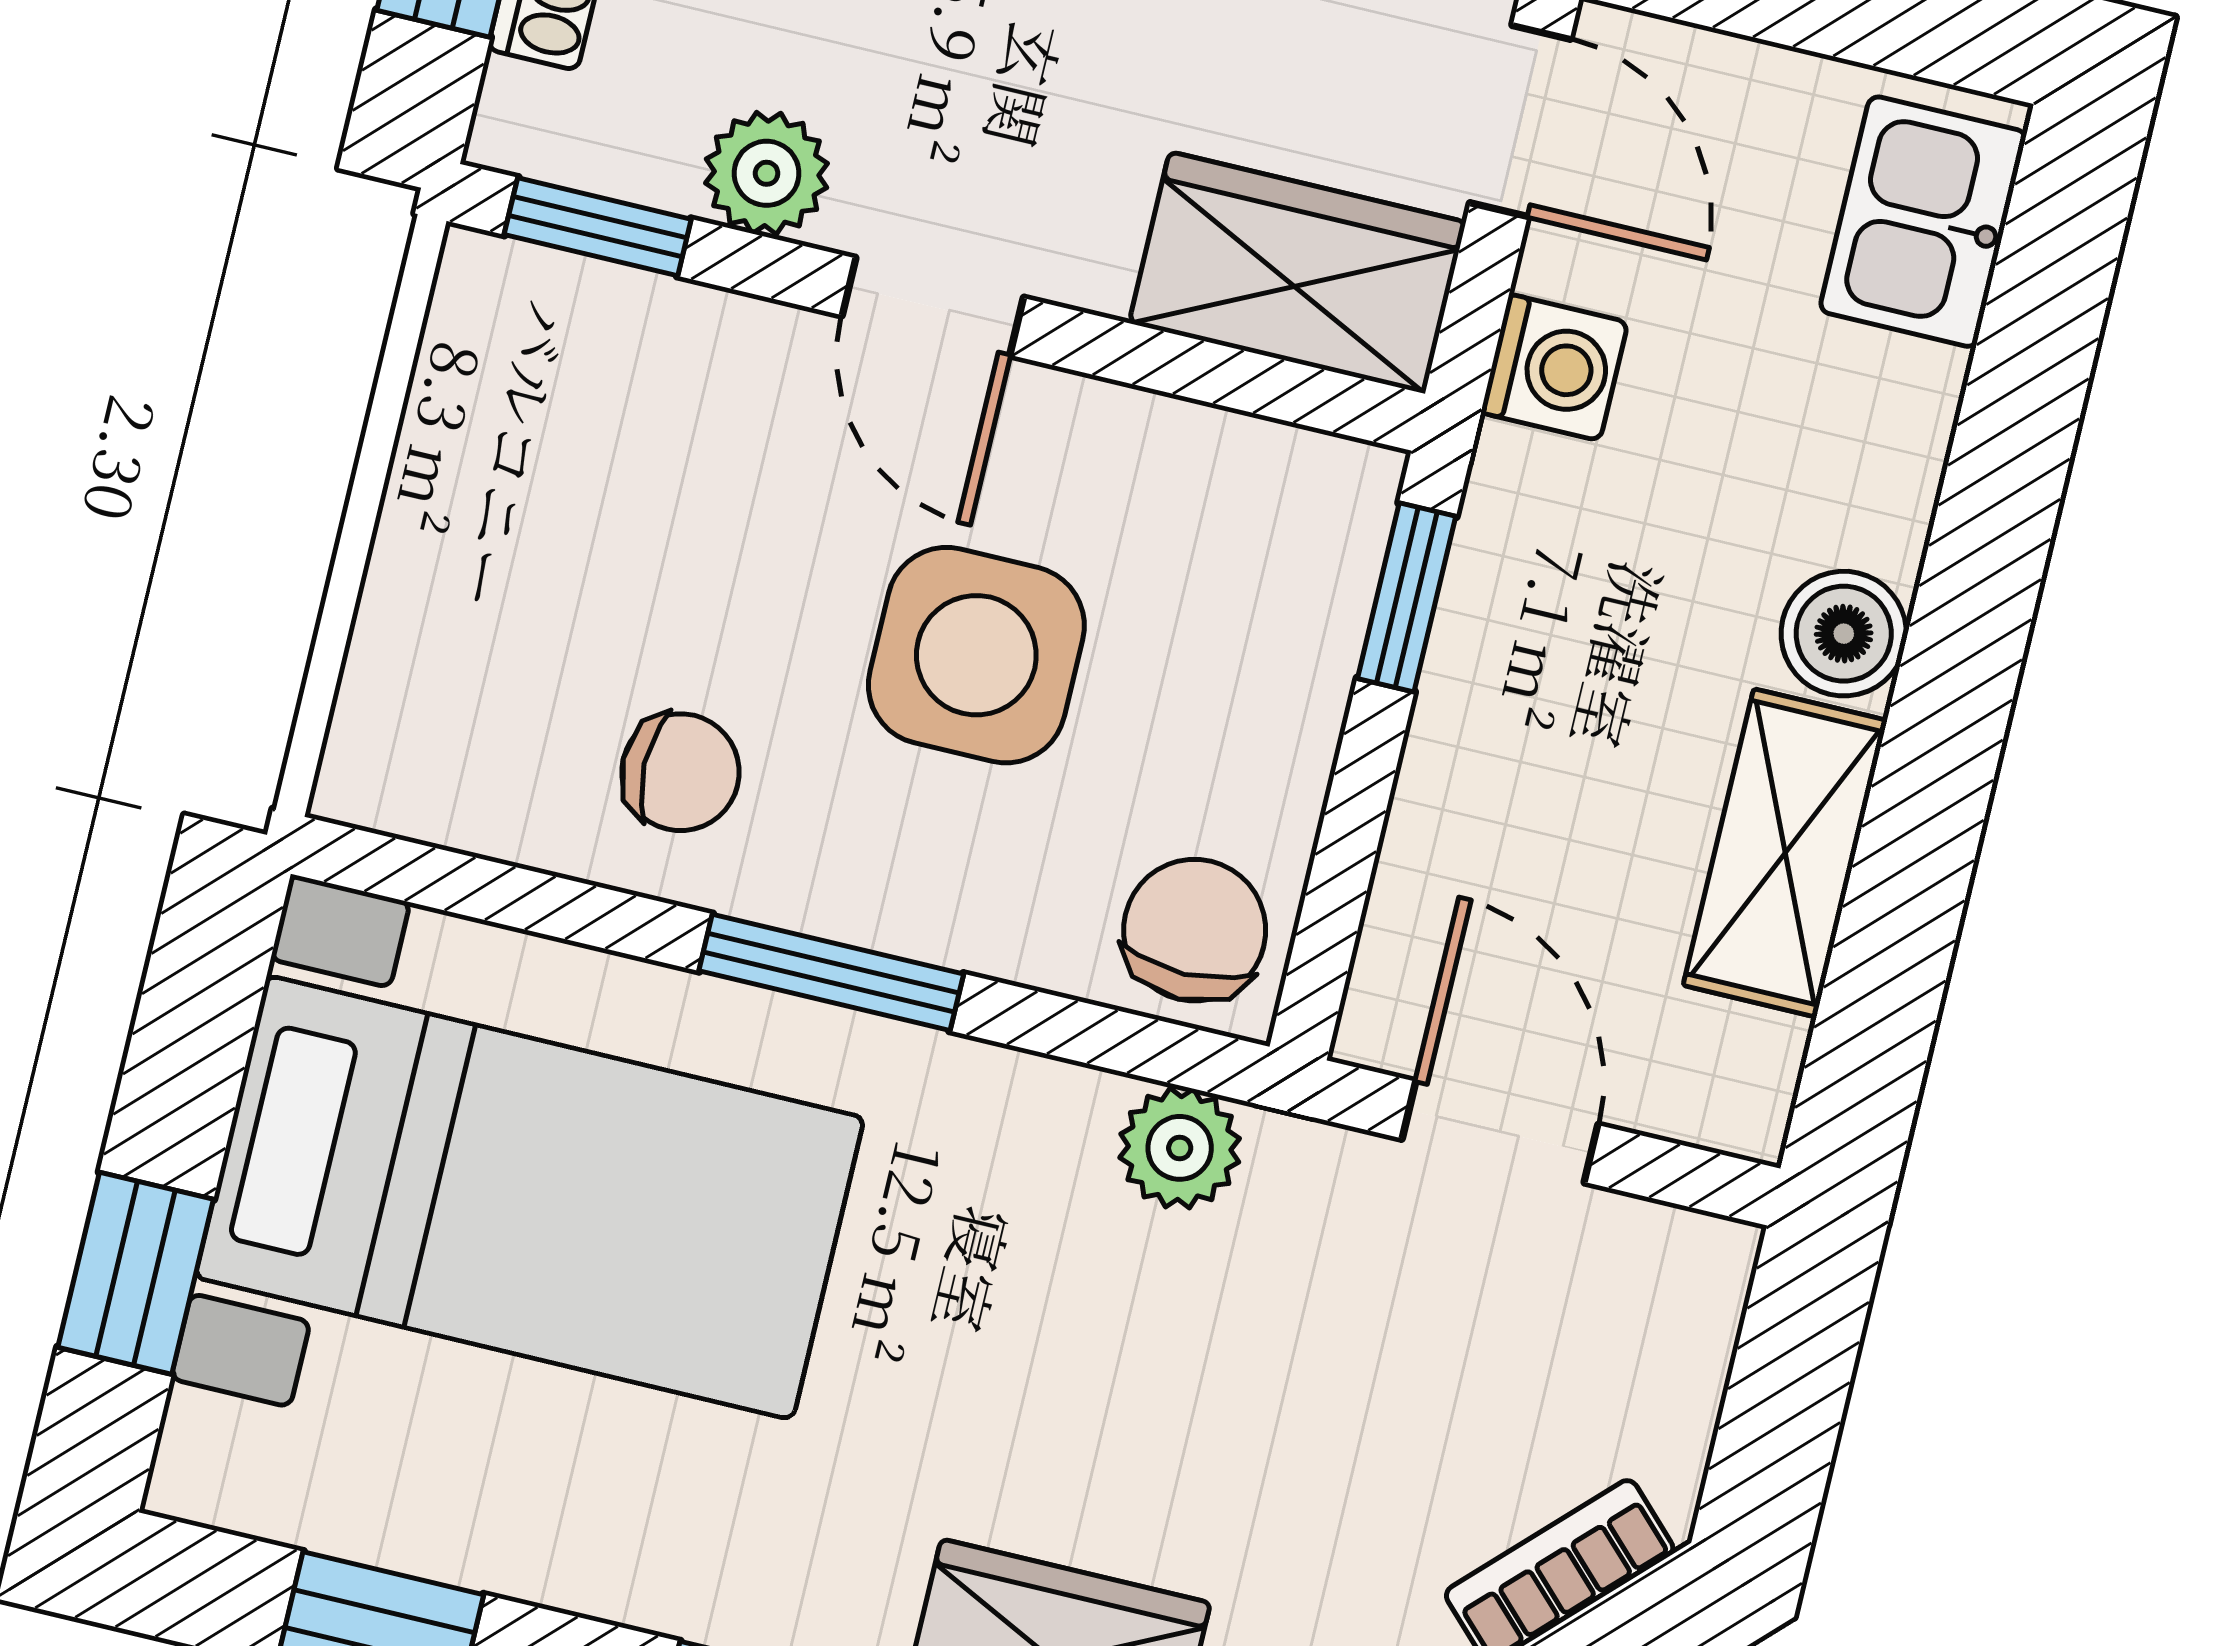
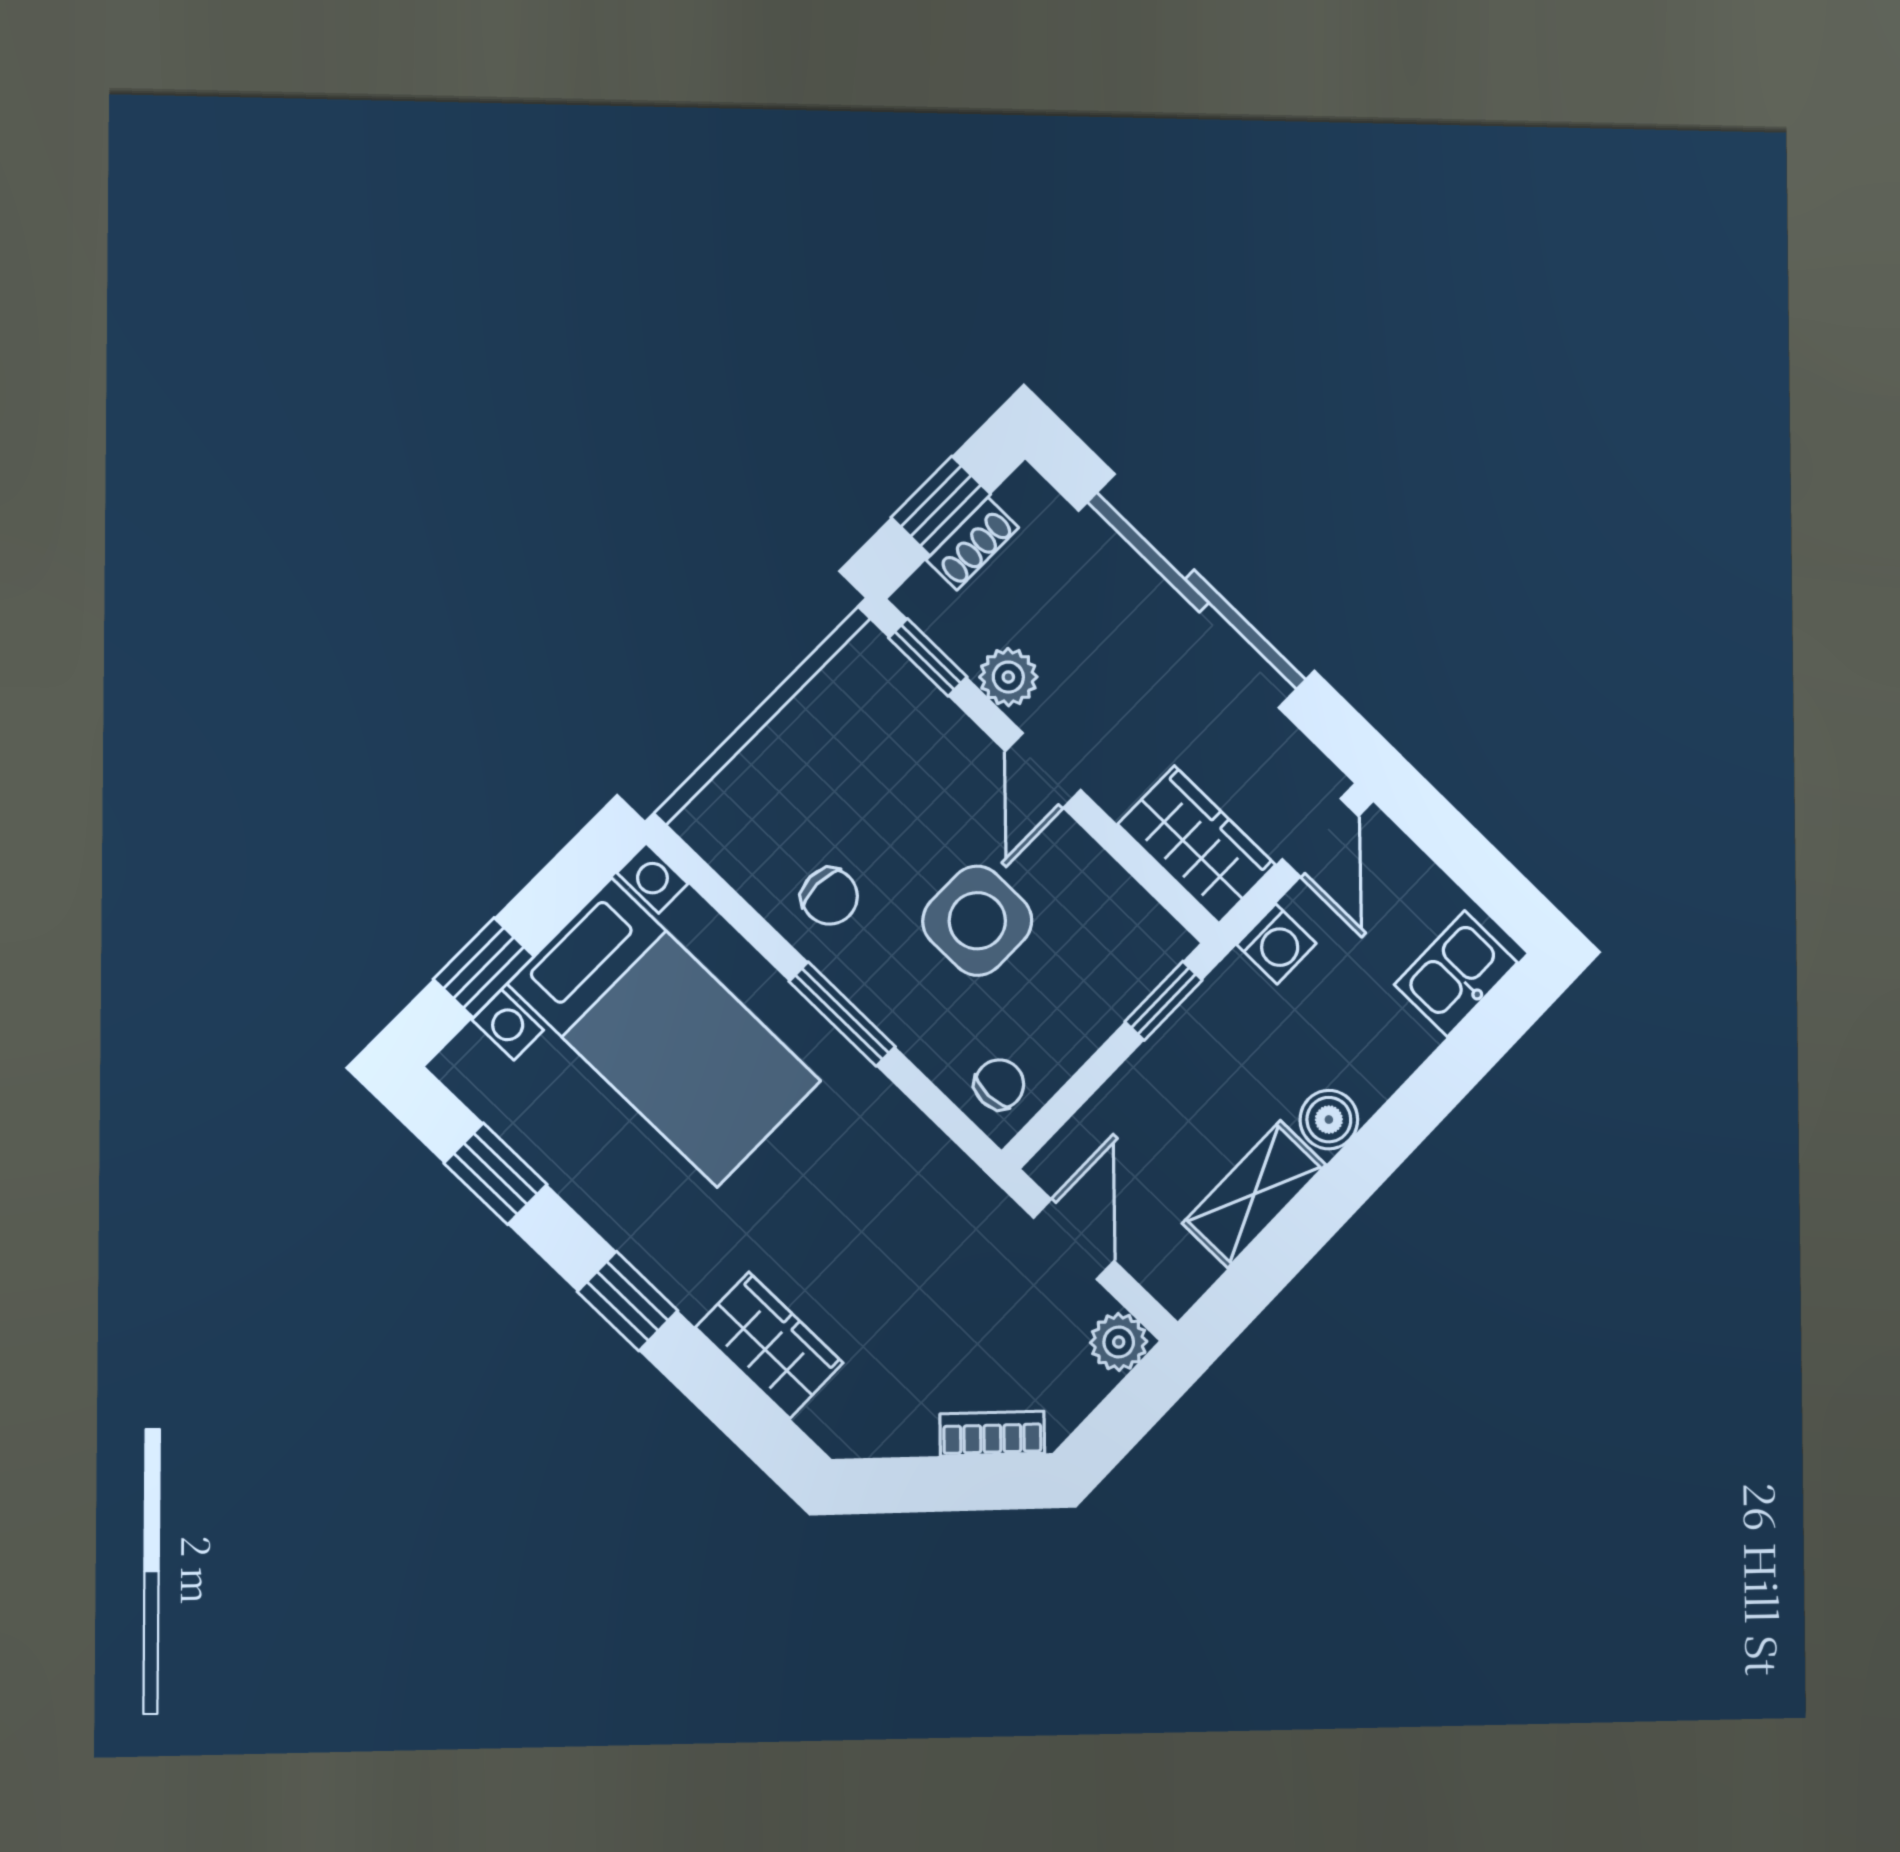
chair: (1195, 930) -> (999, 1084), width x0.73, depth x0.73
plant: (1180, 1148) -> (1119, 1342), moved

